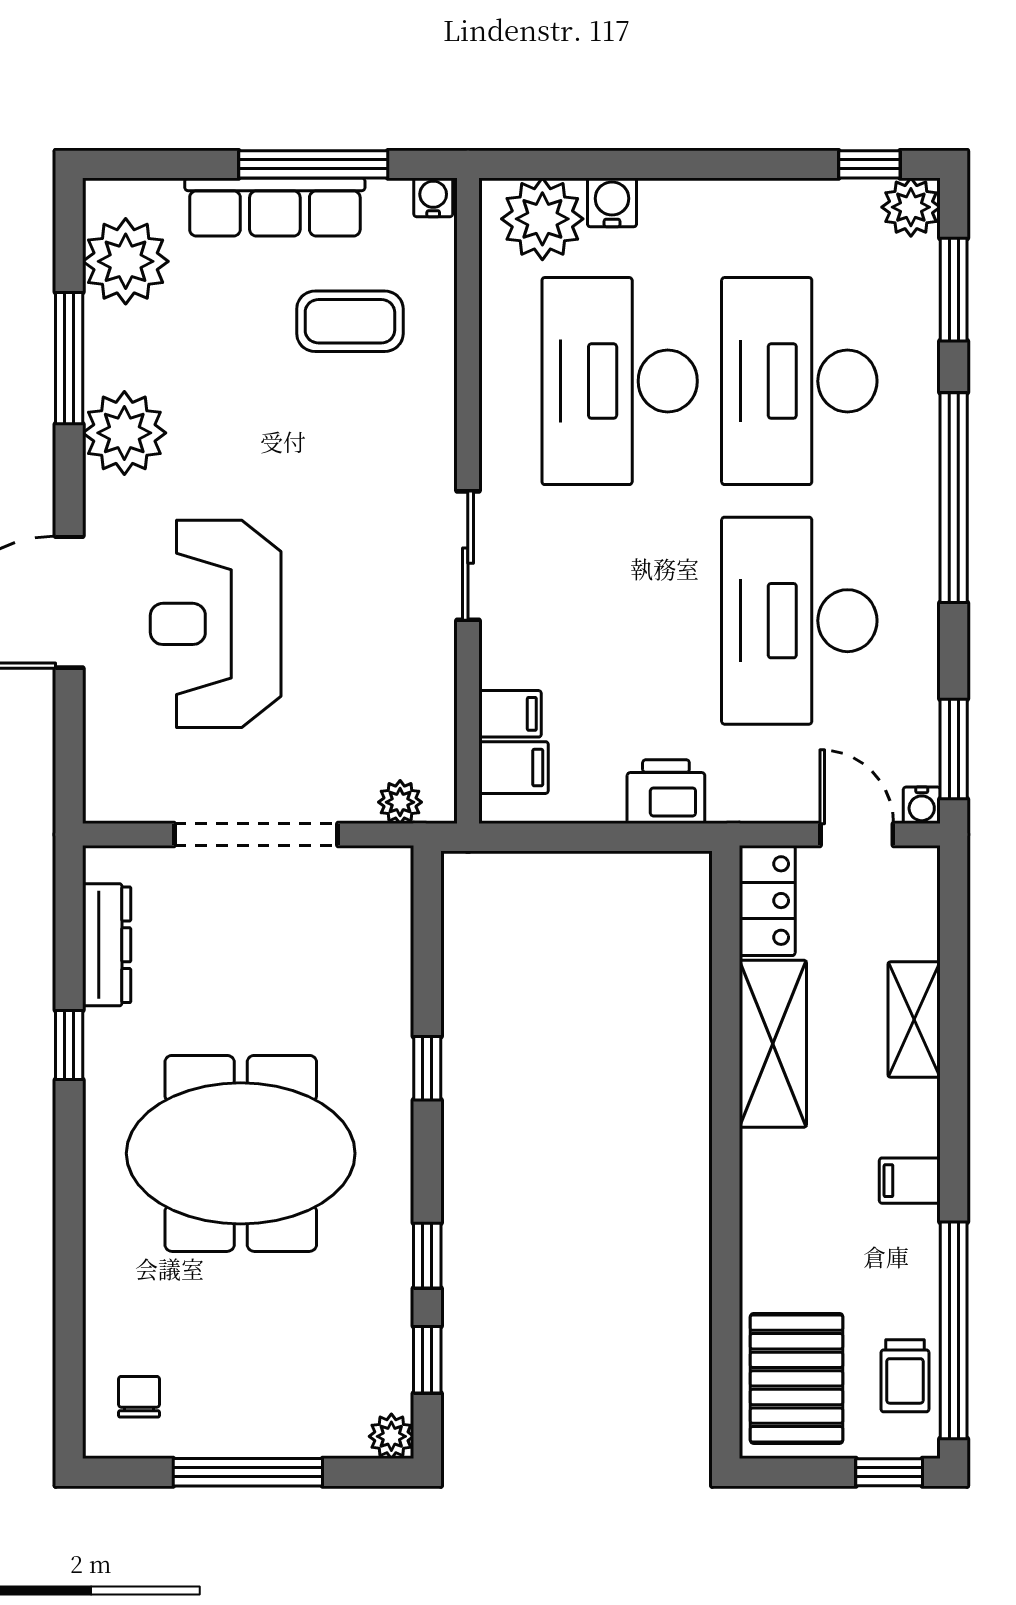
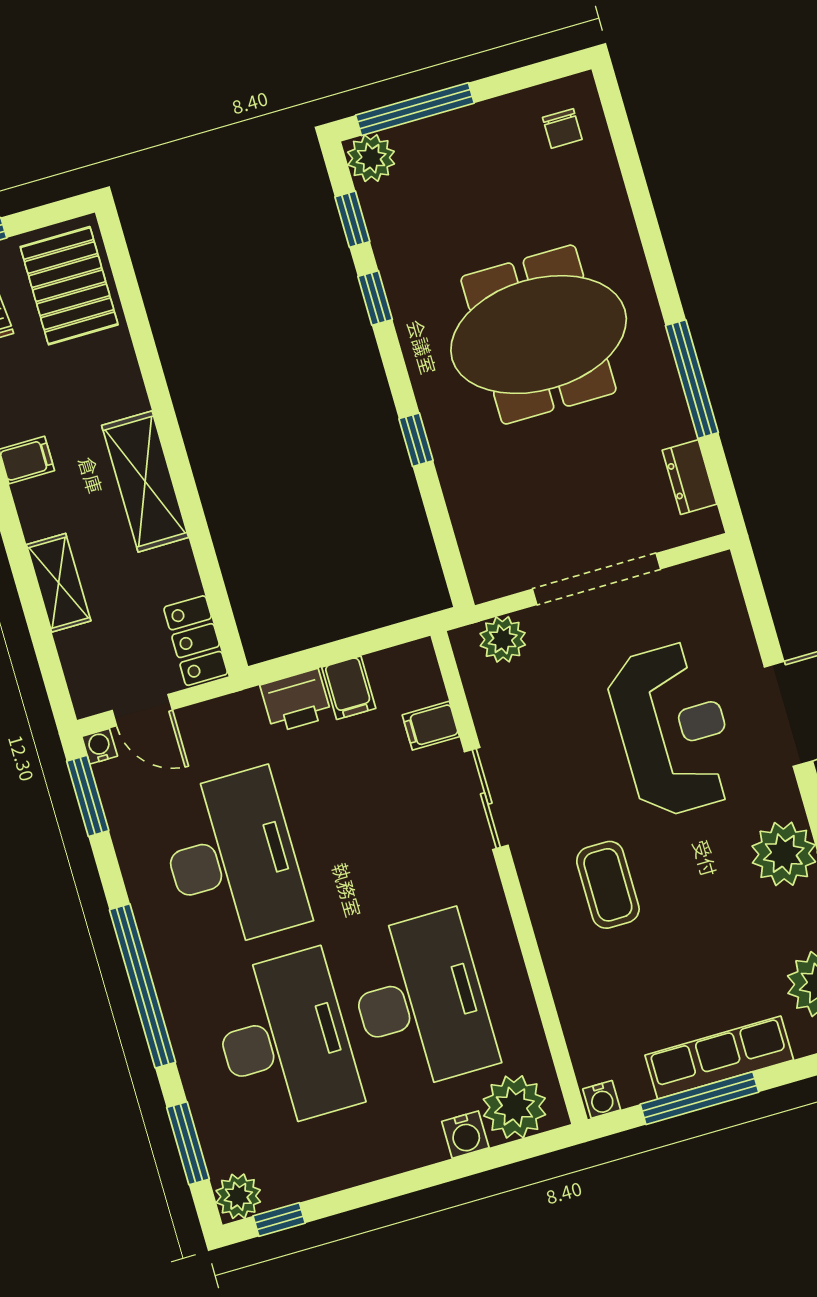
coffee table: (350, 321) -> (608, 885), moved, turned 90
sliding door: (468, 556) -> (486, 798), moved
filing cabinet: (514, 768) -> (349, 688), moved, turned -90
plant: (400, 802) -> (503, 639), width x1.38, depth x1.38
dresser: (107, 945) -> (689, 477), width x0.70
shelving: (773, 1044) -> (145, 481), moved
window: (69, 1045) -> (692, 379), width x2.17
plant: (391, 1436) -> (371, 158), width x1.38, depth x1.38
window: (248, 1472) -> (415, 109), moved

